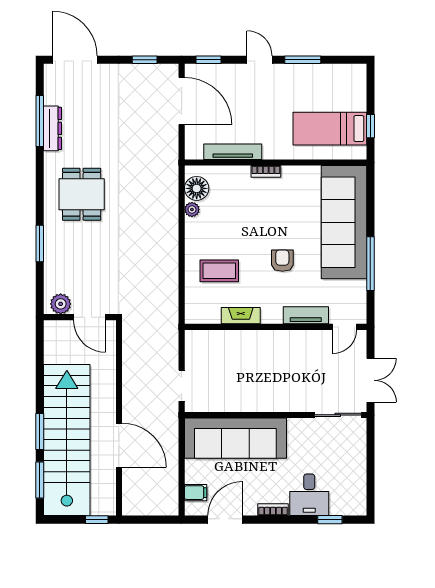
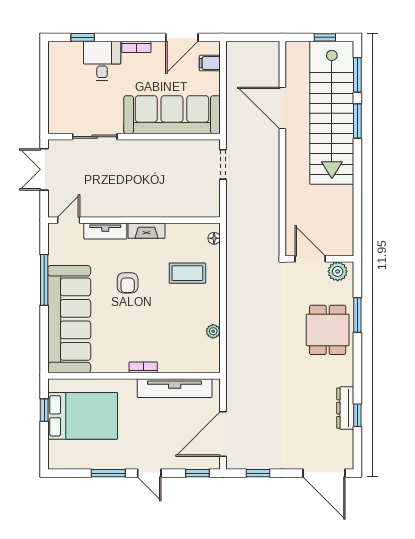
door: (182, 101) -> (223, 434), hinge flipped
window: (40, 121) -> (357, 415), width x0.46
bed: (330, 129) -> (83, 416), width x1.50
tv unit: (233, 152) -> (175, 388), width x1.36, depth x1.29
floor lamp: (197, 188) -> (214, 238), moved, width x0.53, depth x0.53
dining table: (82, 194) -> (328, 330), moved
window: (40, 243) -> (357, 315), moved
plant: (61, 304) -> (338, 271), moved
fireplace: (241, 316) -> (146, 231), moved
wall: (80, 317) -> (319, 259), moved
door: (90, 317) -> (310, 259), moved
sliding door: (338, 415) -> (95, 137), moved
window: (97, 520) -> (325, 37), moved

